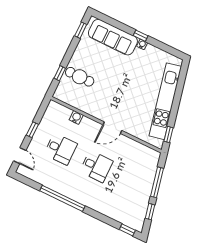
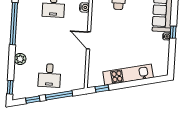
kitchen unit: (165, 101) -> (128, 75), width x0.73
desk: (96, 166) -> (49, 75), moved
plant: (102, 207) -> (20, 59), added

